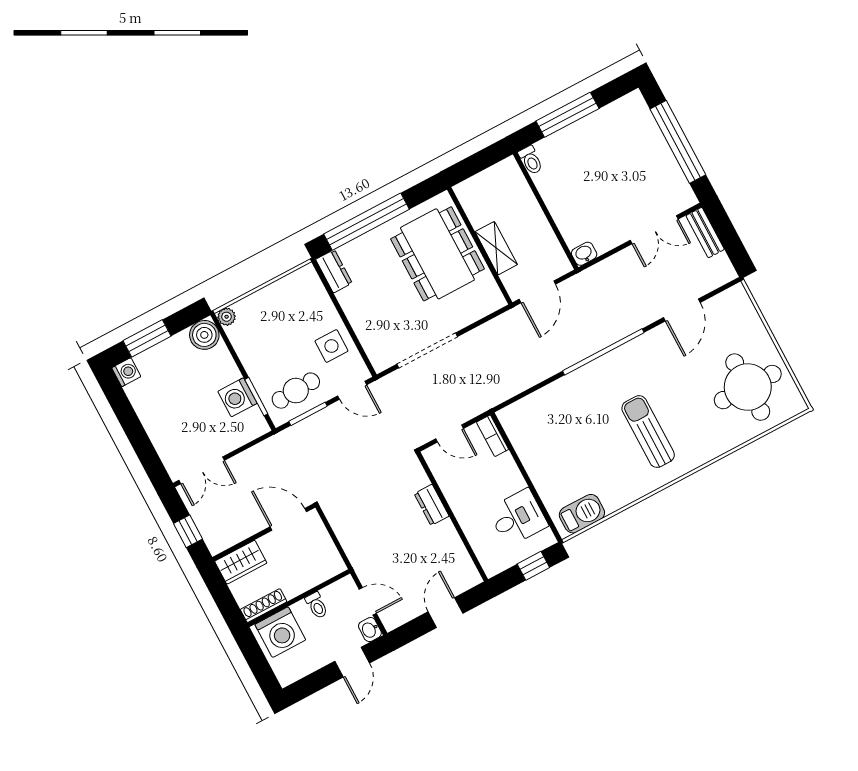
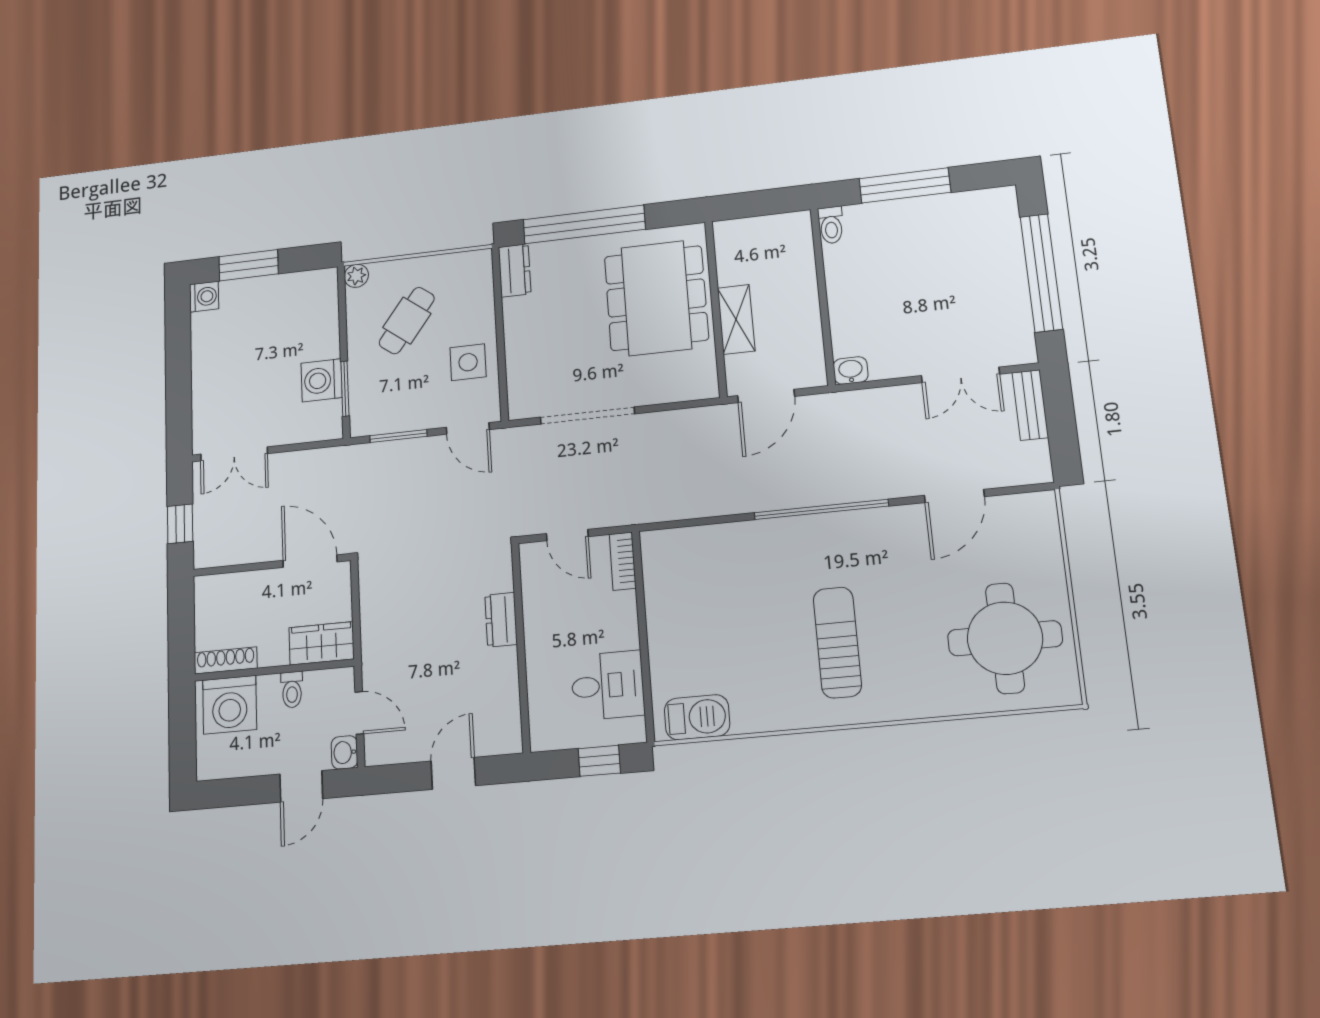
boiler: (204, 335) -> (319, 288), removed
cafe table: (296, 391) -> (407, 321), moved, turned -50
wardrobe: (241, 562) -> (322, 643), moved, turned 180

